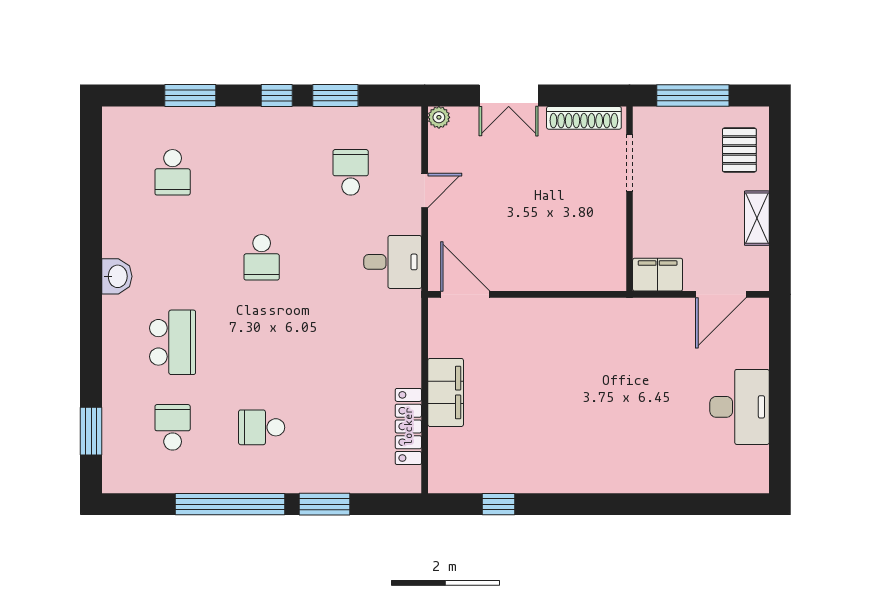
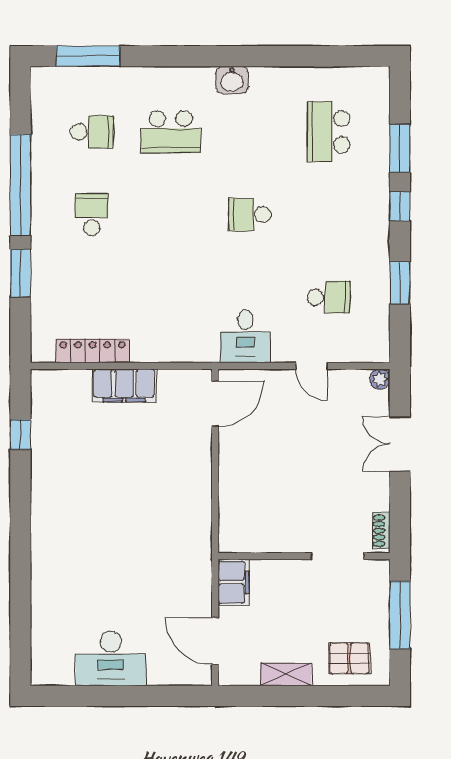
window: (277, 96) -> (400, 206), moved
shoe rack: (584, 118) -> (381, 531), width x0.51, depth x0.81
school desk: (173, 172) -> (329, 132), width x1.85
window: (91, 431) -> (88, 56), width x1.44

